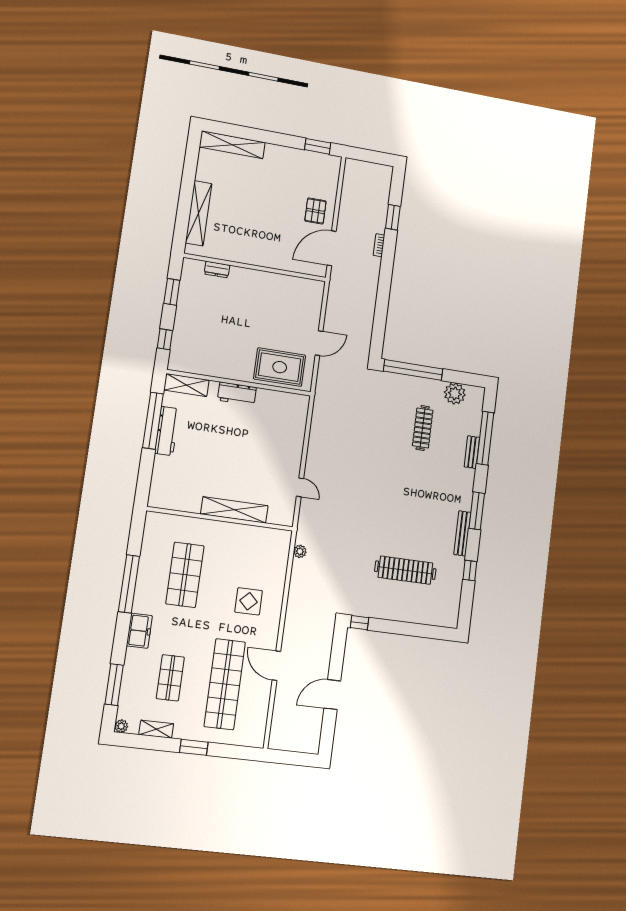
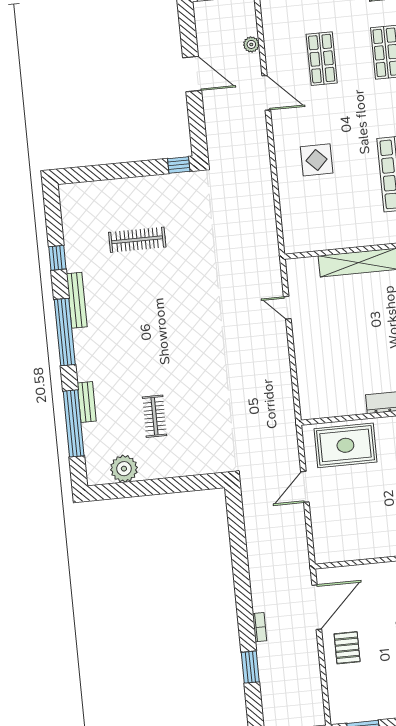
window: (413, 370) -> (182, 484), removed
clothes rail: (423, 428) -> (155, 416), width x0.73
window: (477, 511) -> (65, 332), width x1.46
plant: (300, 551) -> (251, 44), moved
clothes rail: (405, 570) -> (137, 240), width x0.73, depth x0.76
shop shelf: (225, 684) -> (322, 59), width x0.50, depth x0.74
door: (332, 695) -> (192, 74), hinge flipped

